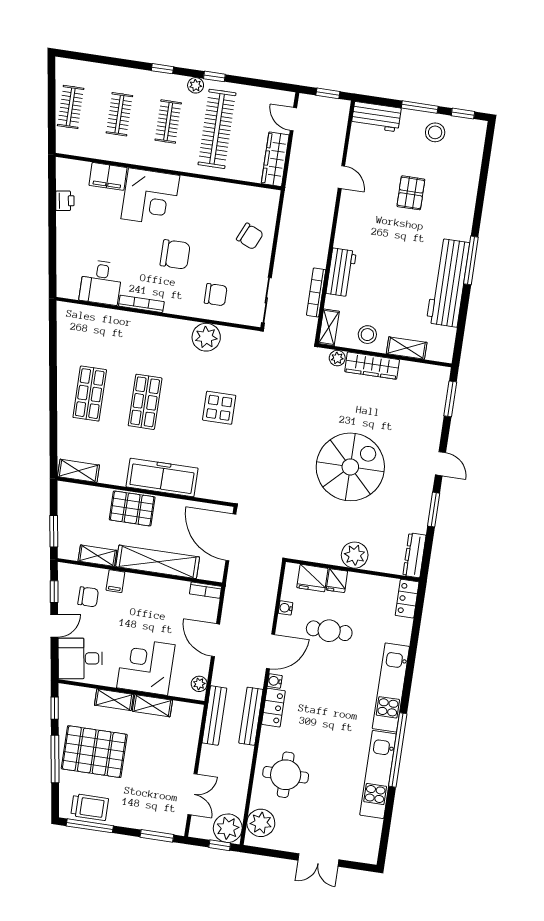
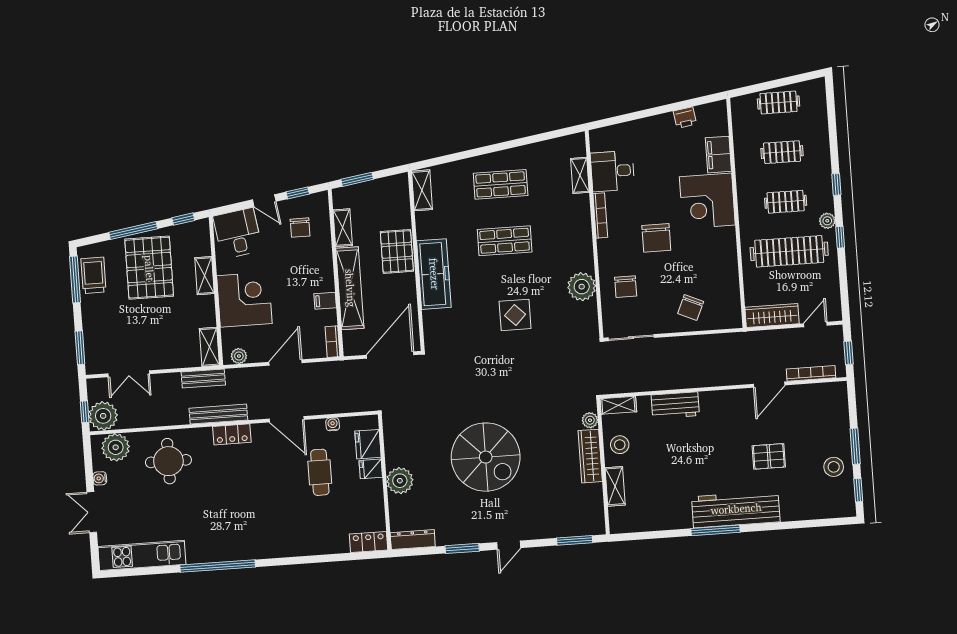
workbench: (376, 117) -> (836, 405), removed
door: (341, 177) -> (769, 385), width x1.38
workbench: (448, 283) -> (736, 509), moved
bookcase: (316, 292) -> (811, 373), moved
shelving: (98, 315) -> (580, 175), added
filing cabinet: (115, 581) -> (325, 301), moved
water cooler: (275, 681) -> (100, 478), moved, turned -90
kitchen unit: (391, 688) -> (277, 546), removed
shelving: (152, 706) -> (209, 347), moved
bench: (214, 715) -> (203, 378), width x0.73
kitchen unit: (378, 774) -> (142, 555), moved
trolley: (90, 807) -> (93, 275), turned 180

